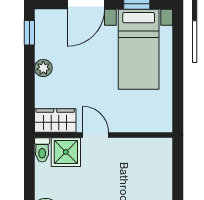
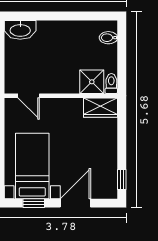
plant: (43, 68) -> (110, 151), removed
door: (96, 135) -> (29, 96), moved

